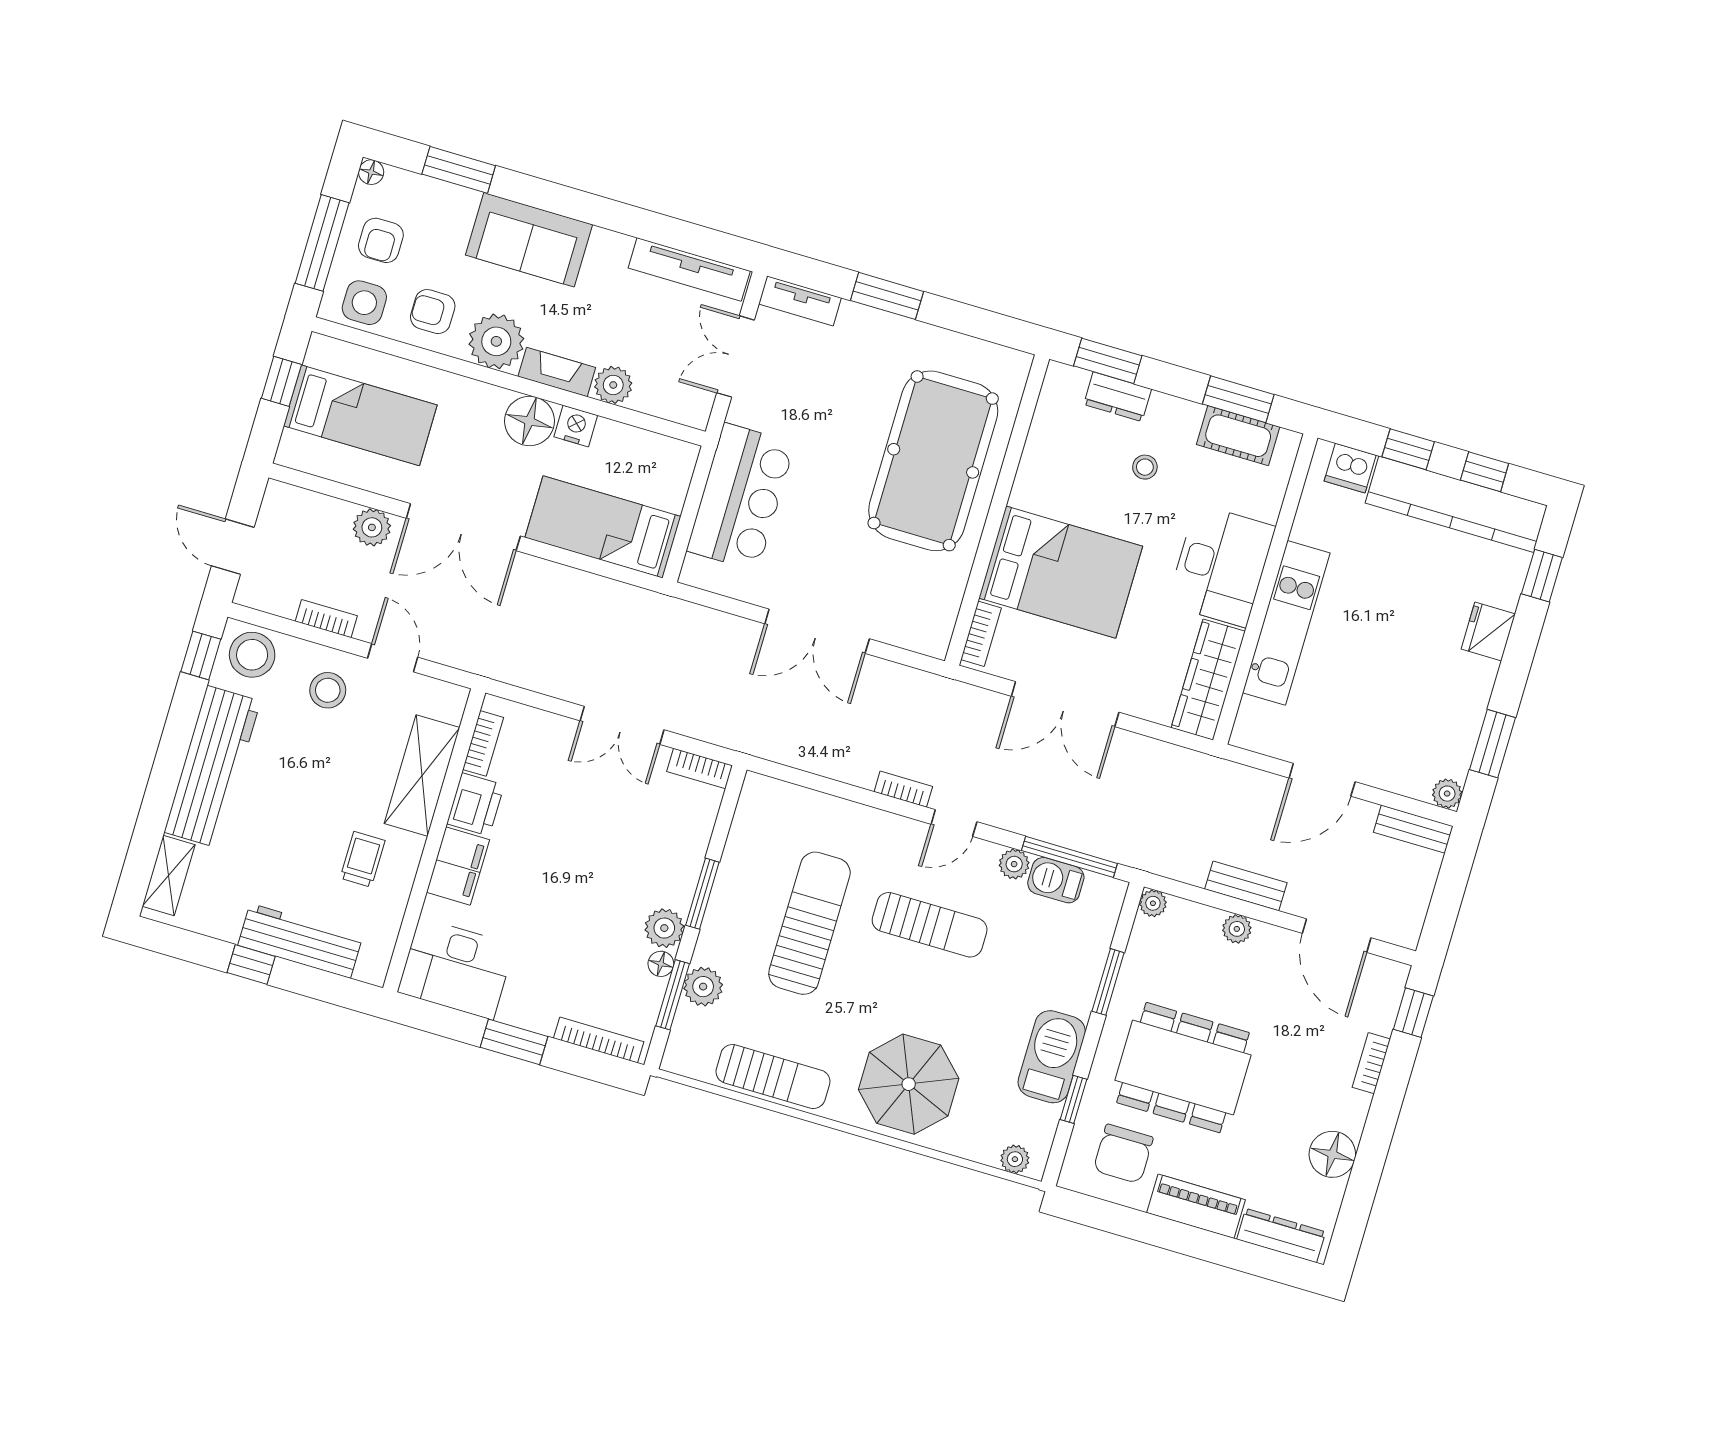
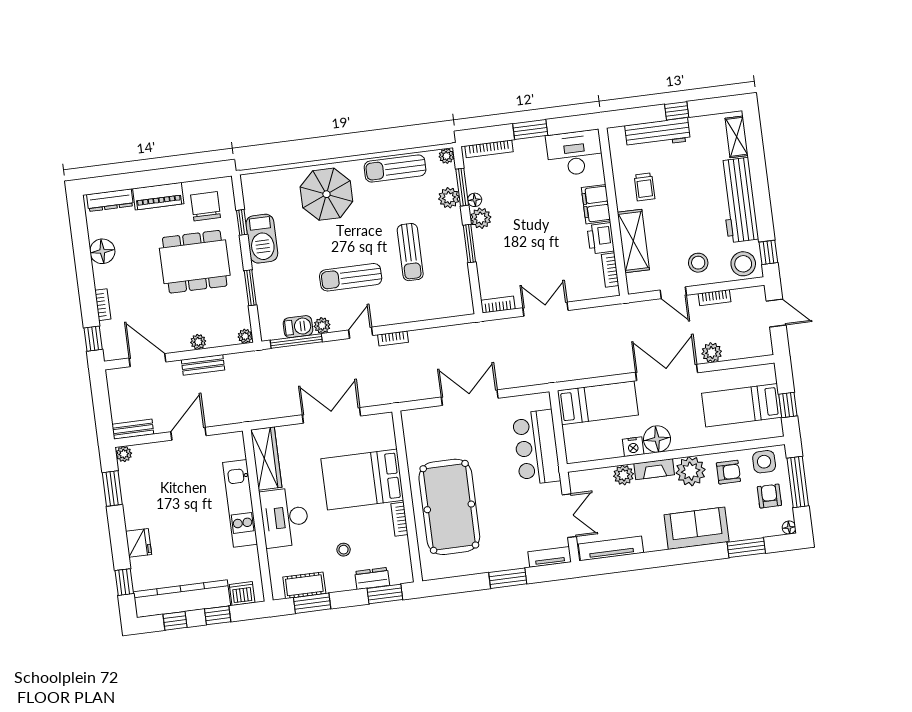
bookcase: (981, 634) -> (399, 519), moved
sun lounger: (809, 923) -> (410, 252), width x0.73, depth x0.75
plant: (1015, 1159) -> (446, 156), moved

